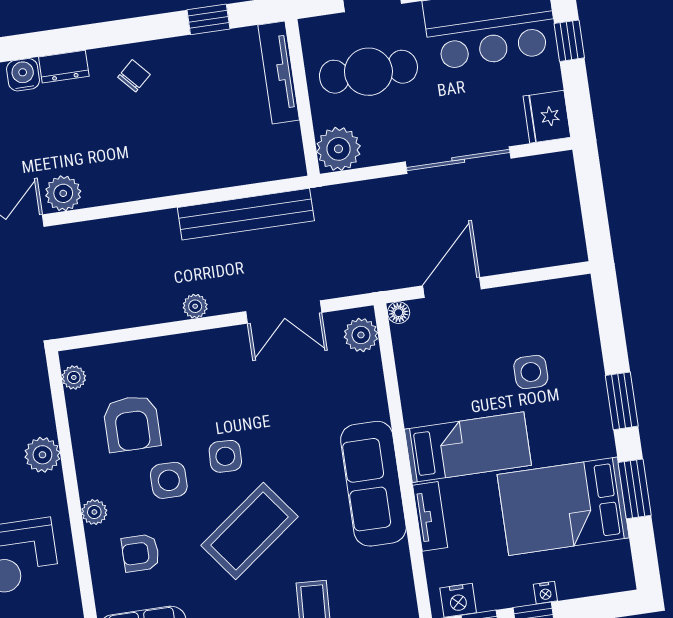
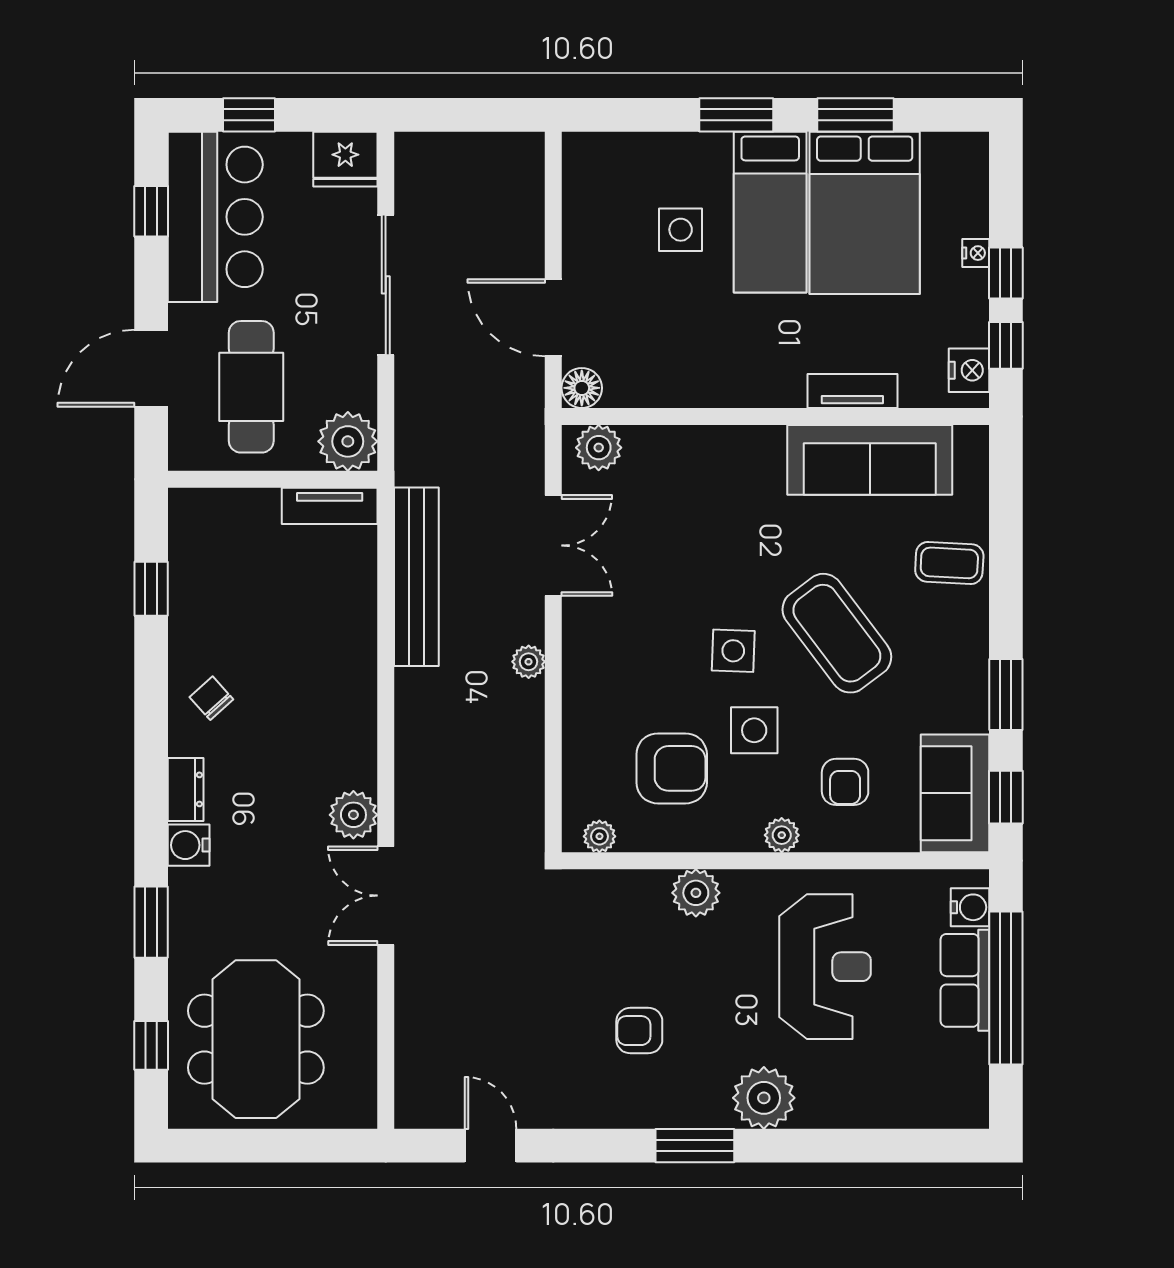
tv unit: (279, 73) -> (330, 506), moved, width x0.71
floor lamp: (399, 313) -> (582, 388), width x1.37, depth x1.37
bed: (468, 447) -> (770, 212), moved, turned 180
sofa: (373, 484) -> (870, 460), moved

